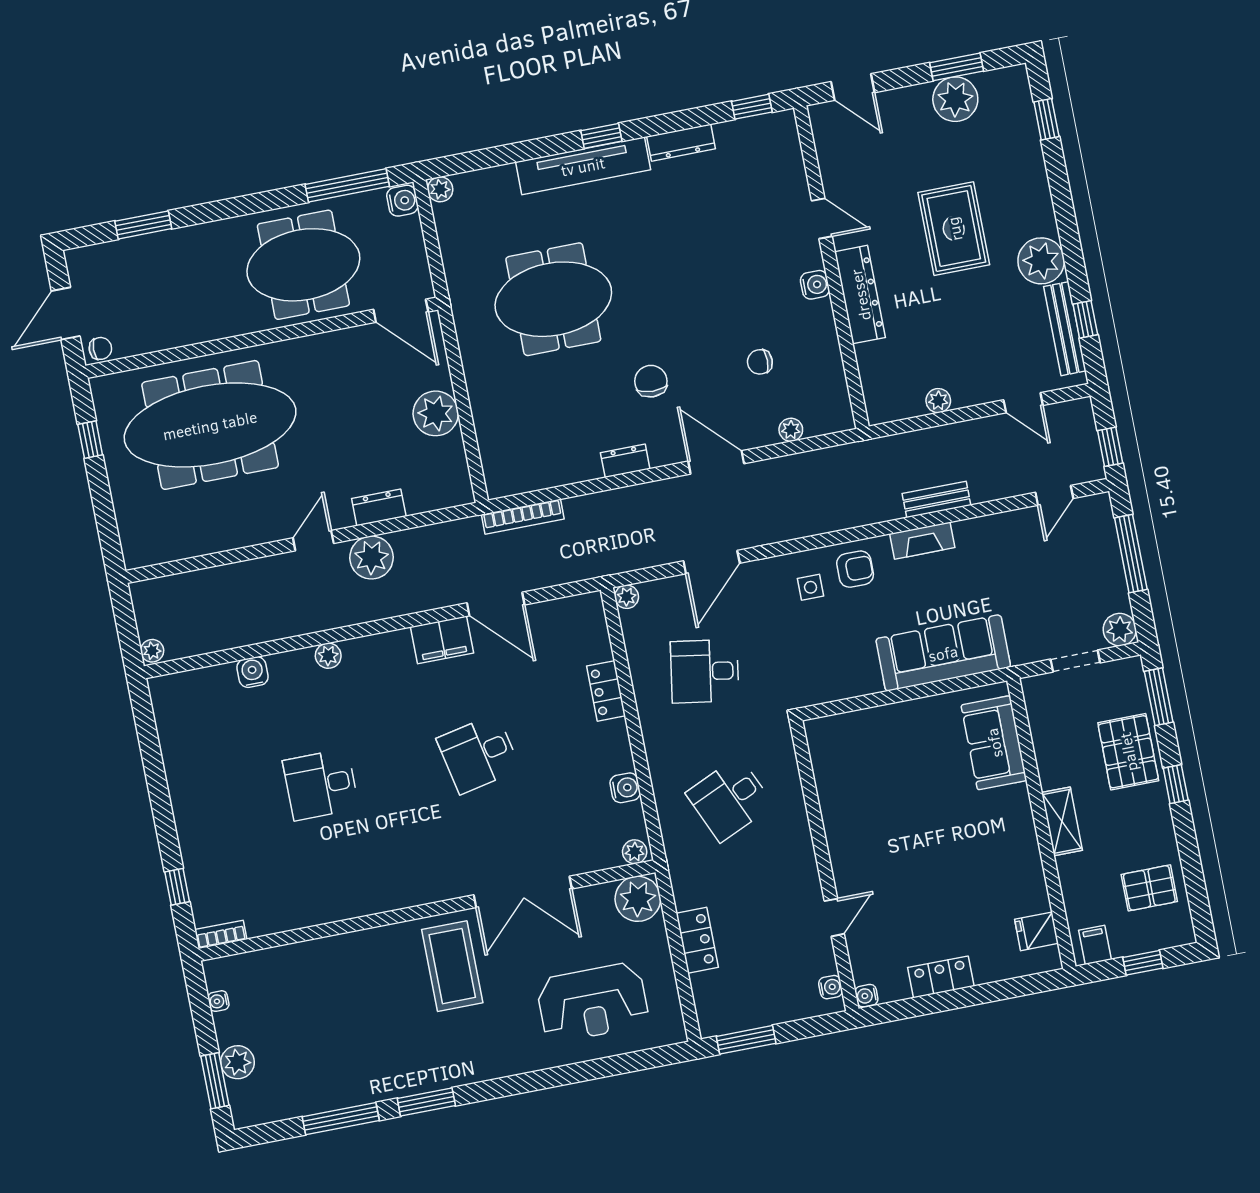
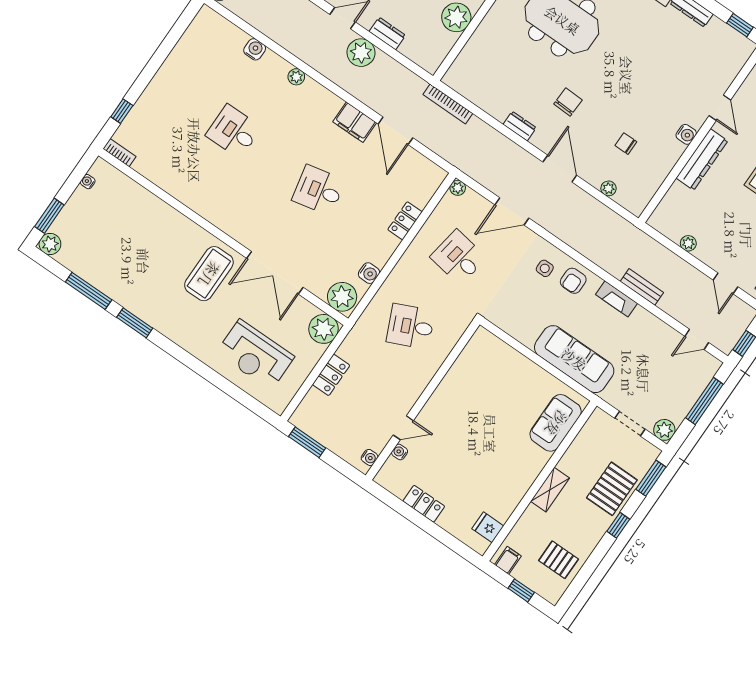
armchair: (855, 569) -> (573, 281), turned 90
plant: (635, 852) -> (342, 297), width x1.88, depth x1.88
water cooler: (866, 996) -> (400, 452), moved
plant: (237, 1062) -> (50, 244), moved

